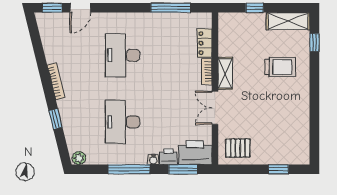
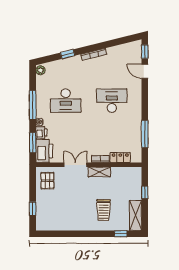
desk: (123, 122) -> (66, 101), turned 180

